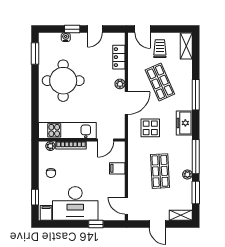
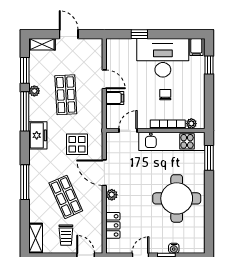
window: (35, 53) -> (209, 158), moved
door: (126, 103) -> (104, 173), hinge flipped
freezer: (184, 123) -> (38, 135), moved
chair: (51, 173) -> (165, 95), moved
door: (126, 206) -> (104, 79), moved

